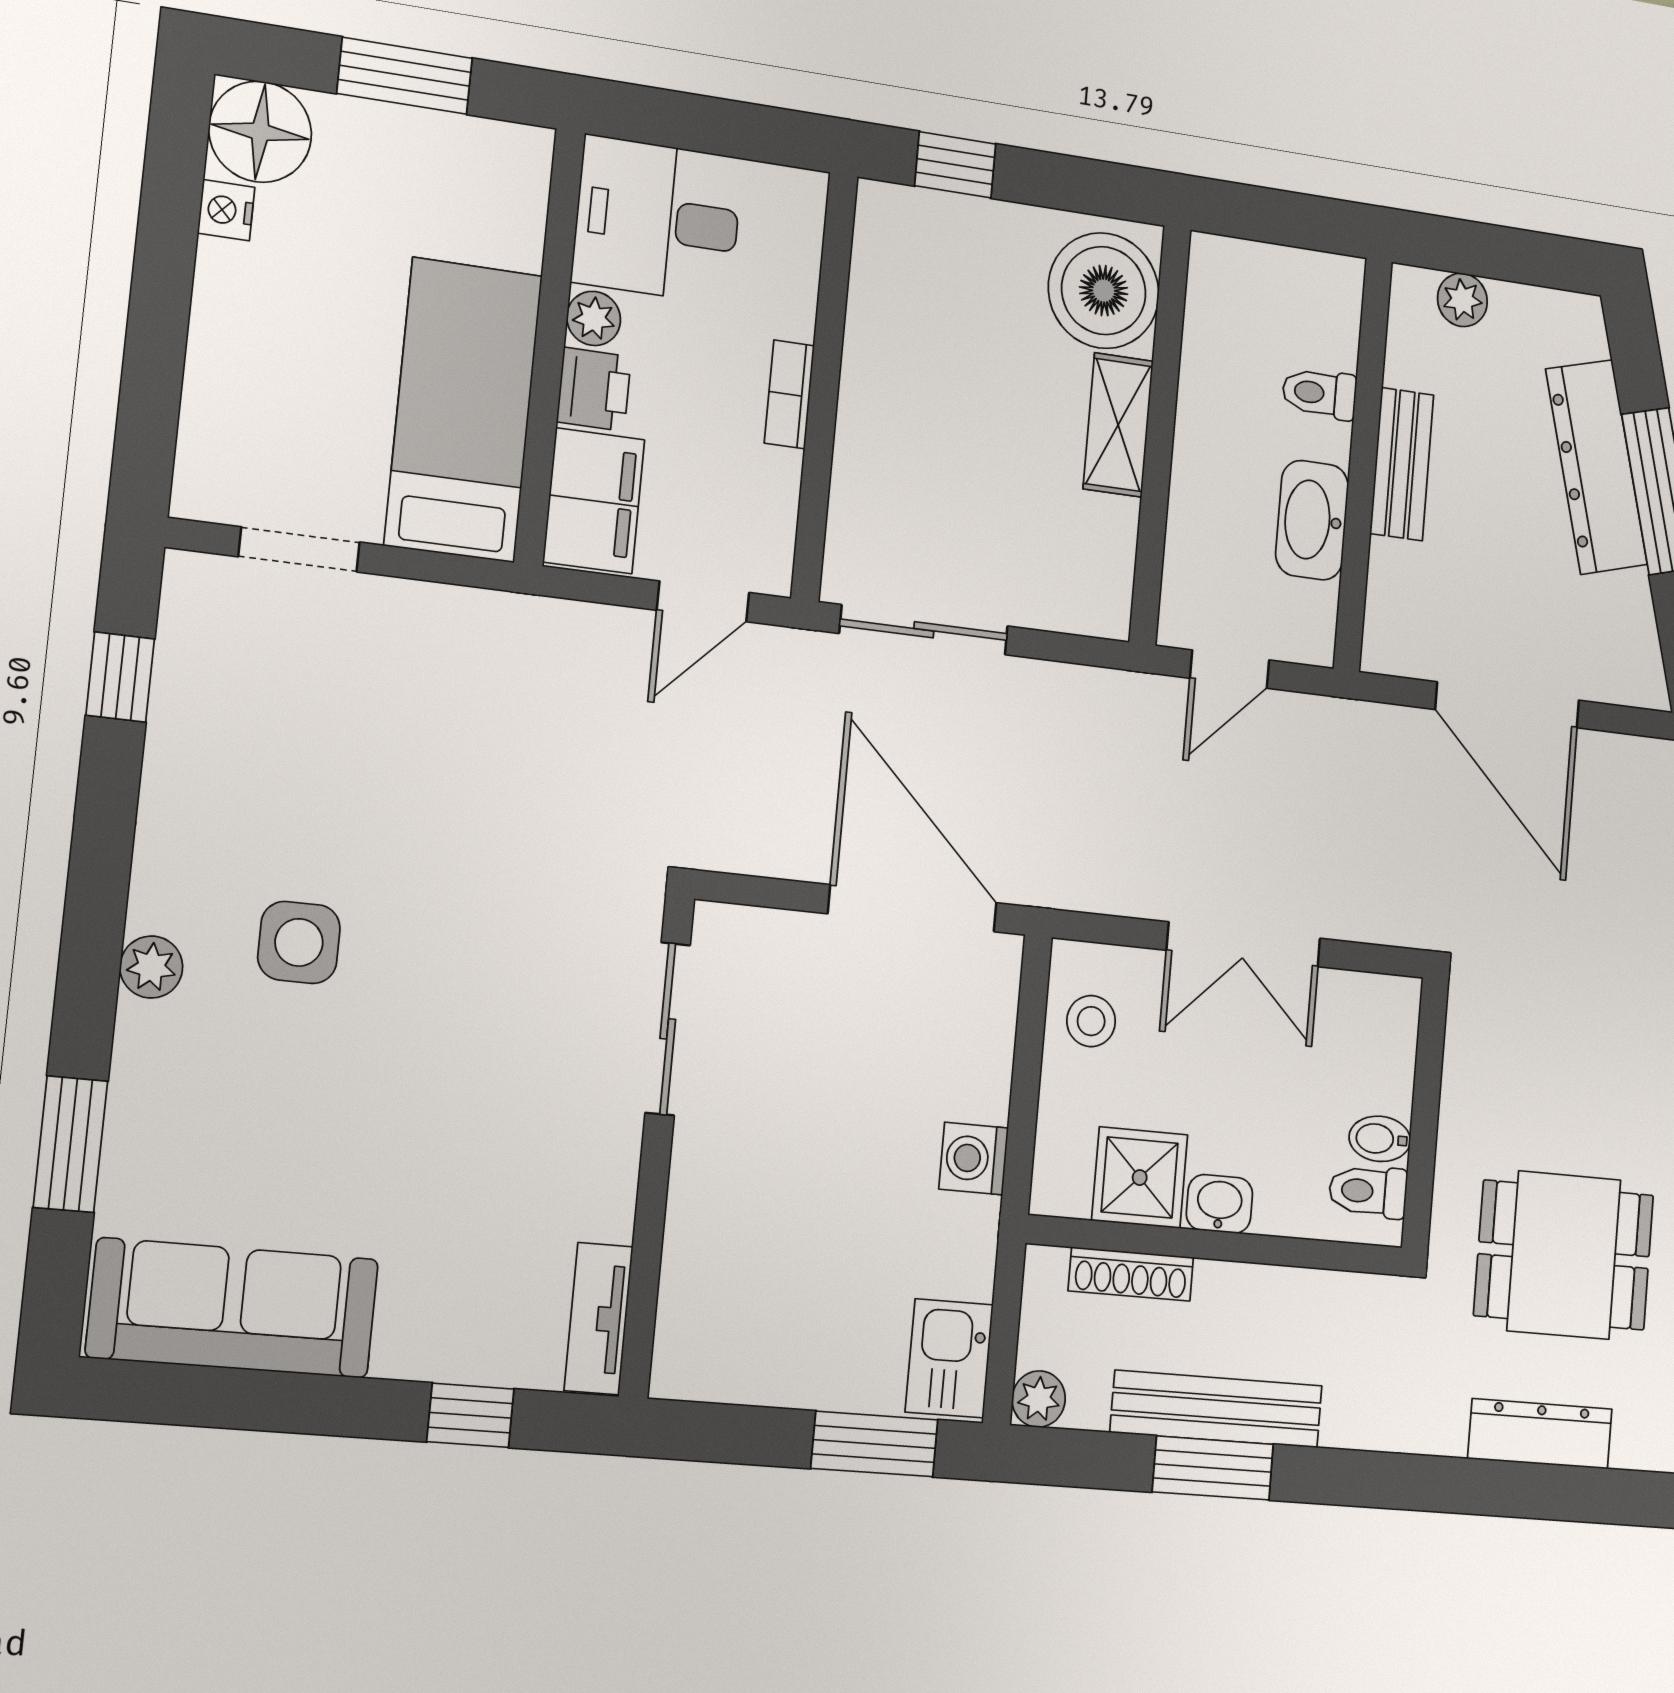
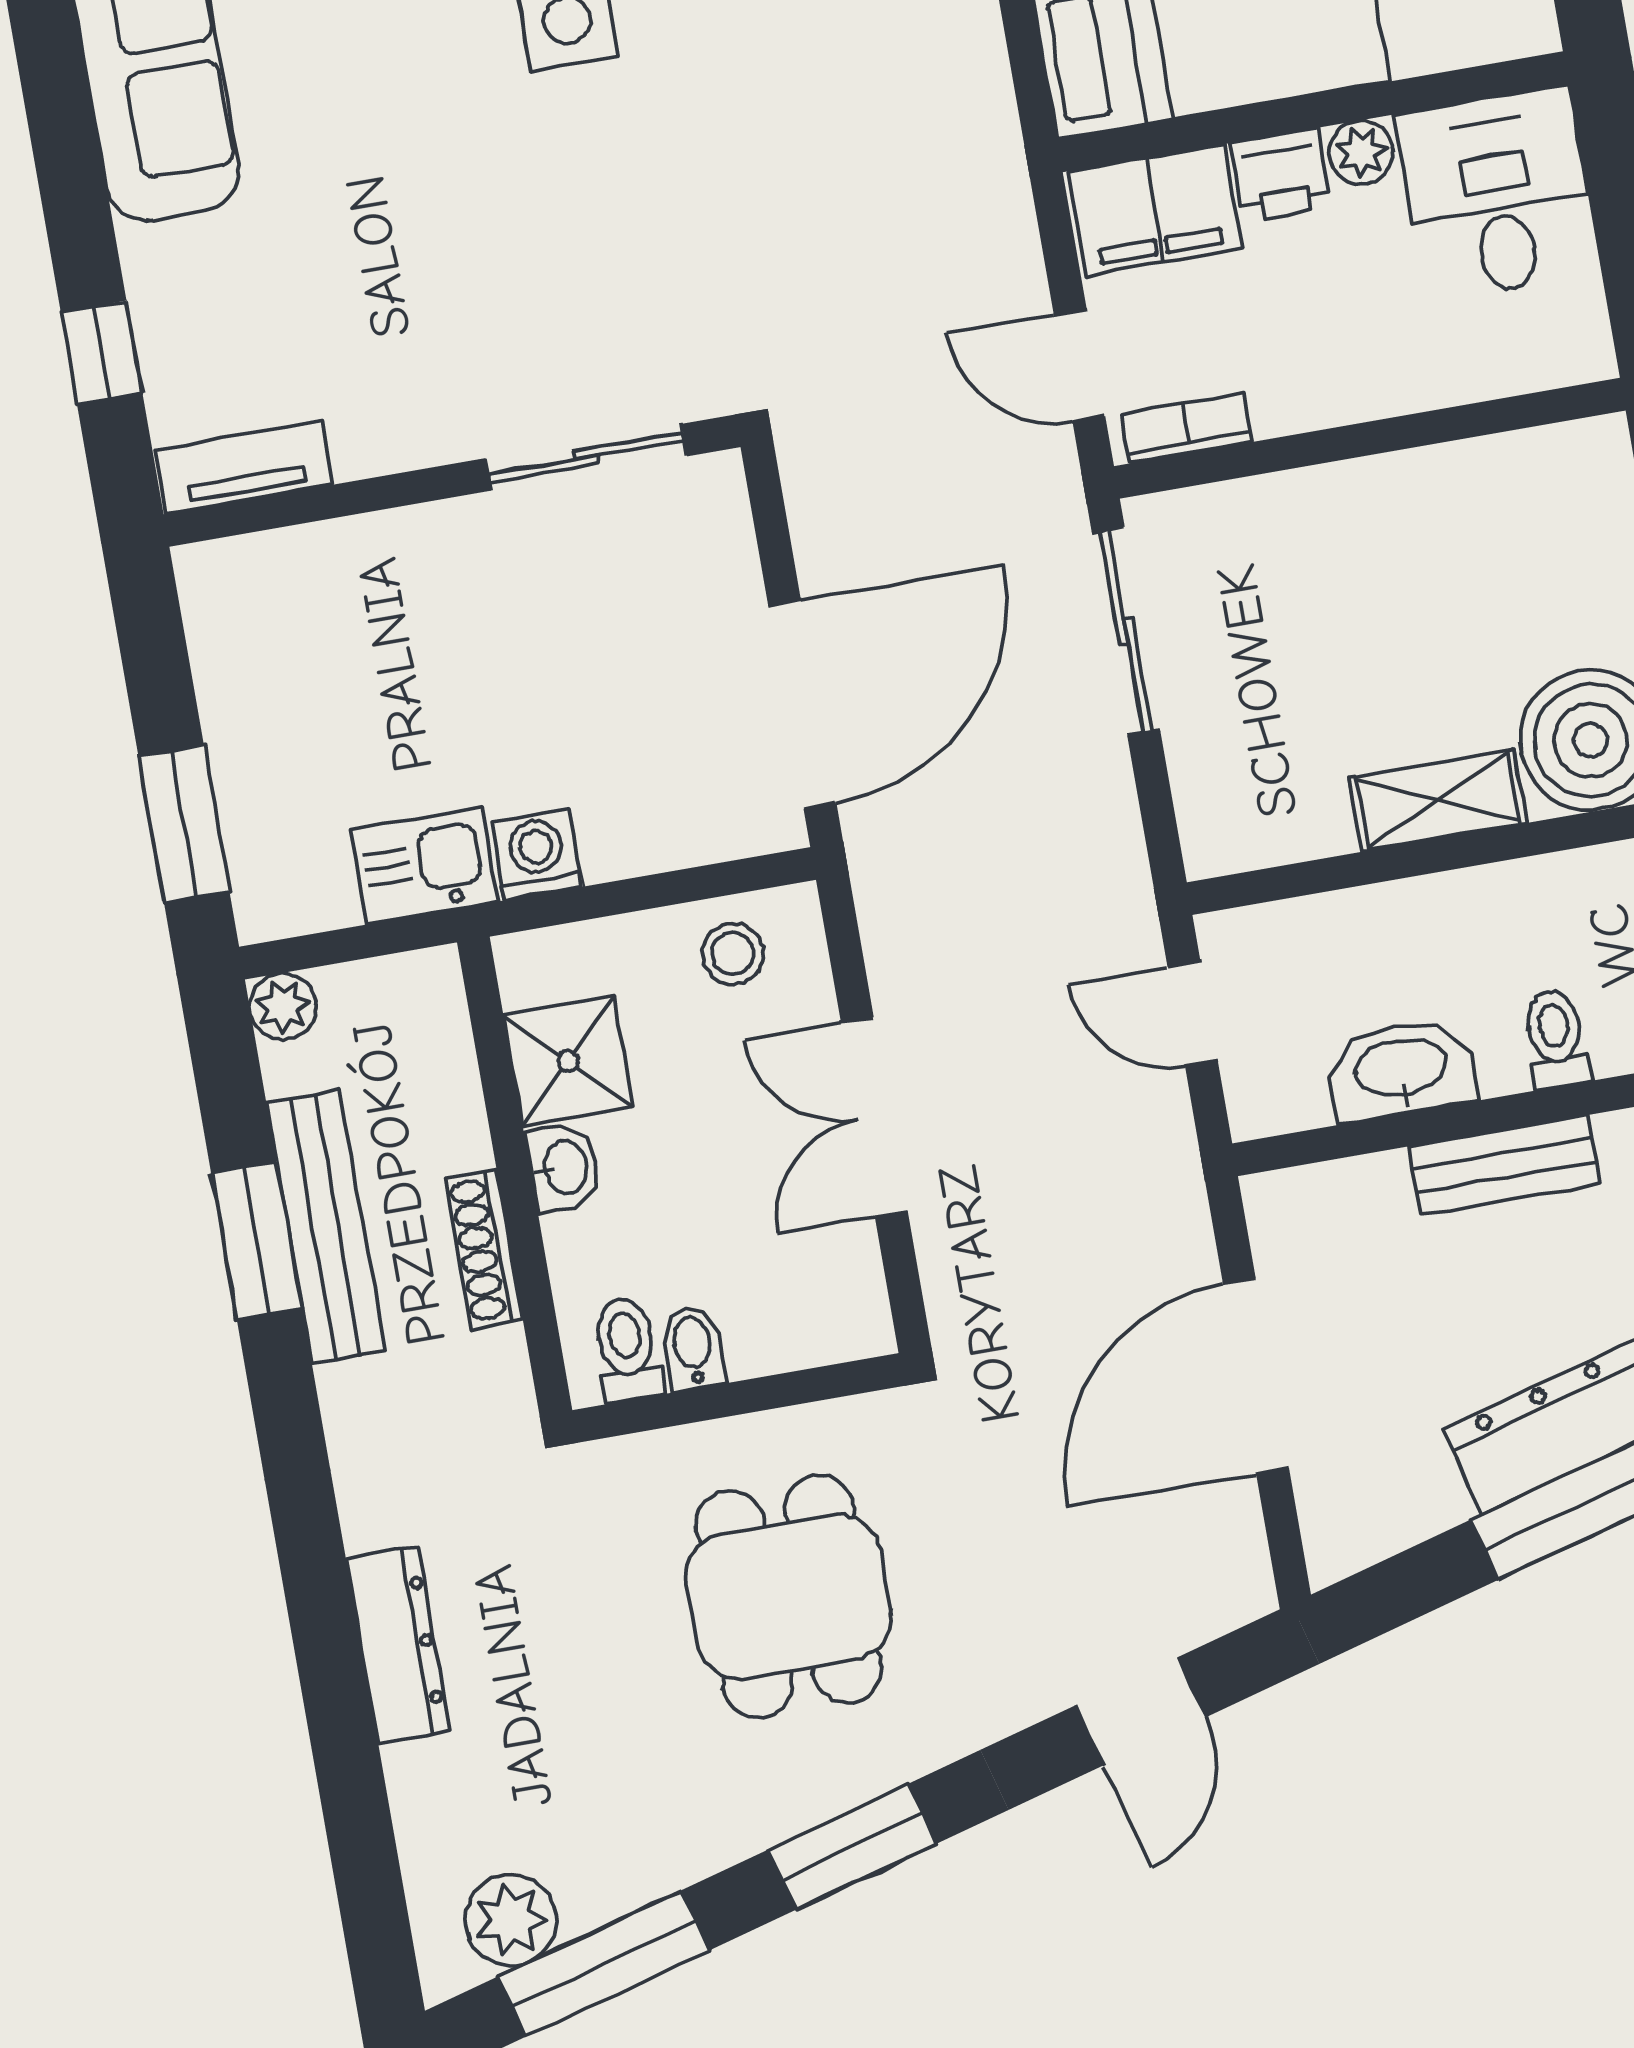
bookcase: (789, 394) -> (1187, 428), moved
dining table: (1564, 1255) -> (789, 1597), moved
shoe rack: (1131, 1274) -> (484, 1249), moved
kitchen sink: (949, 1358) -> (424, 865), moved

